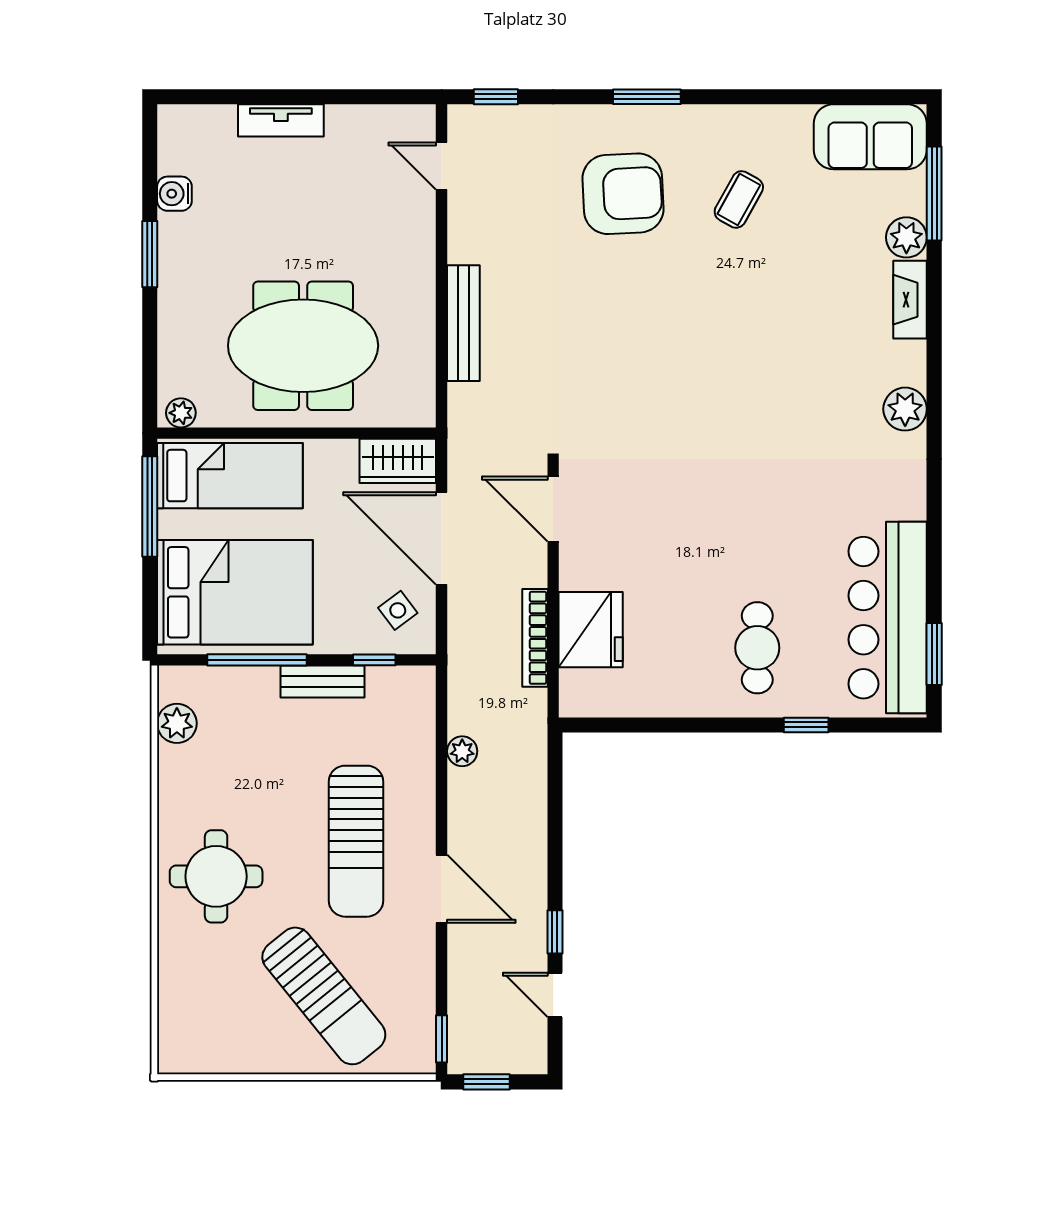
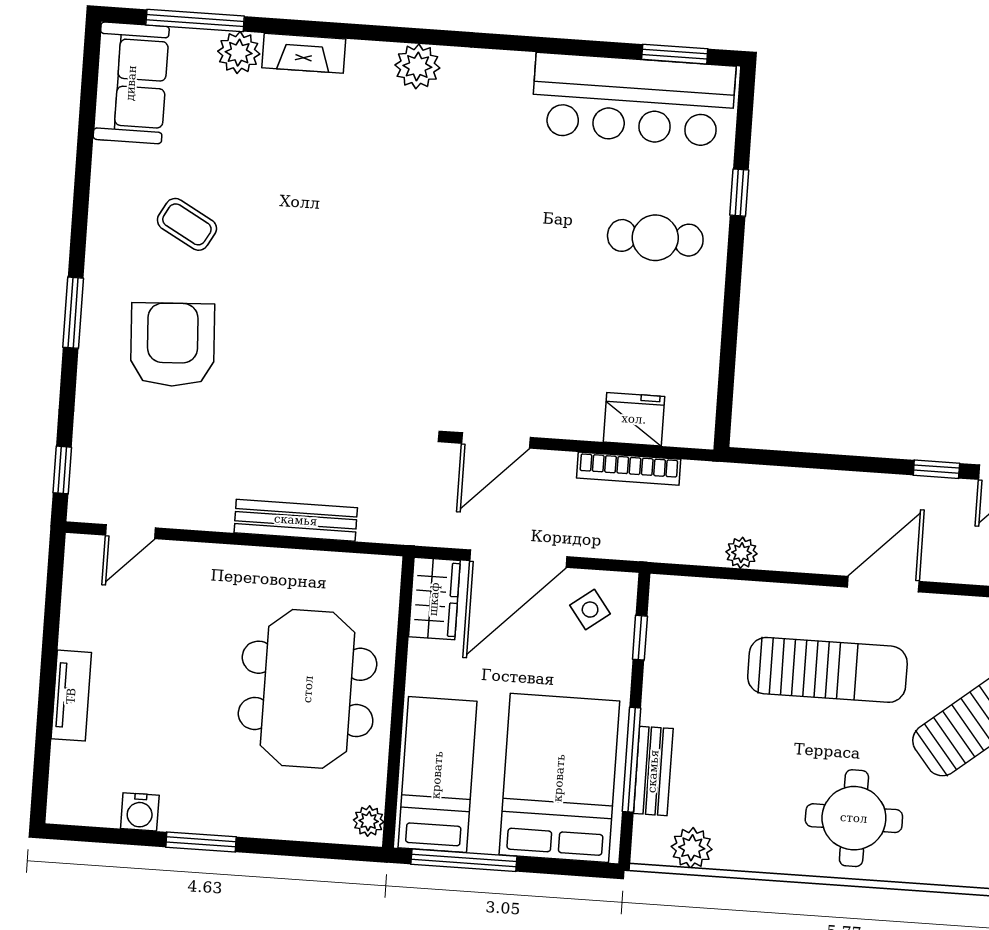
fridge: (591, 630) -> (634, 419), width x0.73, depth x0.75
bench: (323, 681) -> (653, 771), moved

